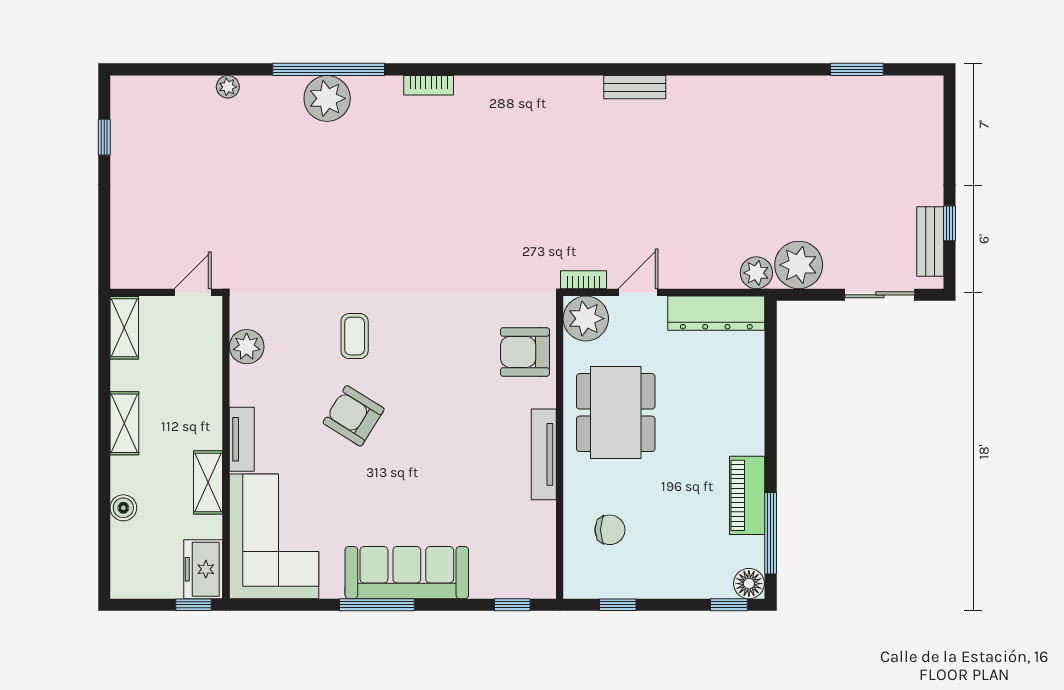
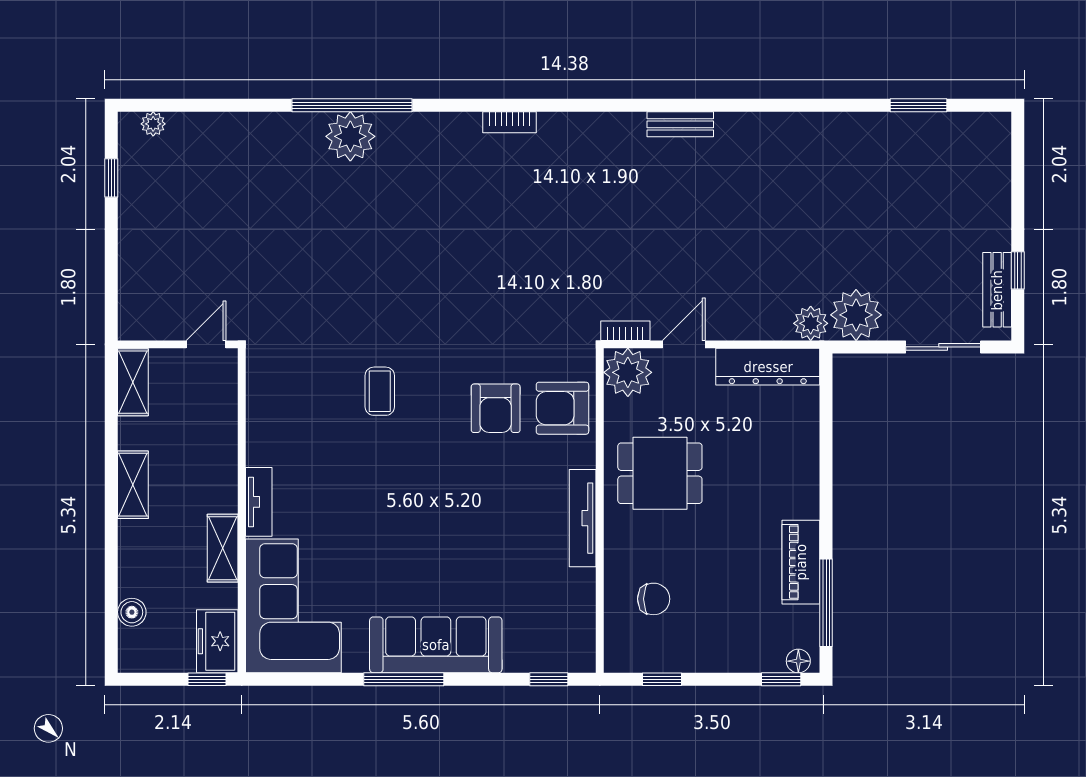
bookcase: (429, 85) -> (510, 122), moved
plant: (228, 87) -> (153, 124), moved
plant: (247, 347) -> (264, 403), removed
dining table: (616, 413) -> (660, 473), width x0.73
armchair: (354, 416) -> (496, 408), moved, turned -122
boiler: (123, 508) -> (132, 612), moved
floor lamp: (749, 584) -> (798, 661), width x0.73, depth x0.73

